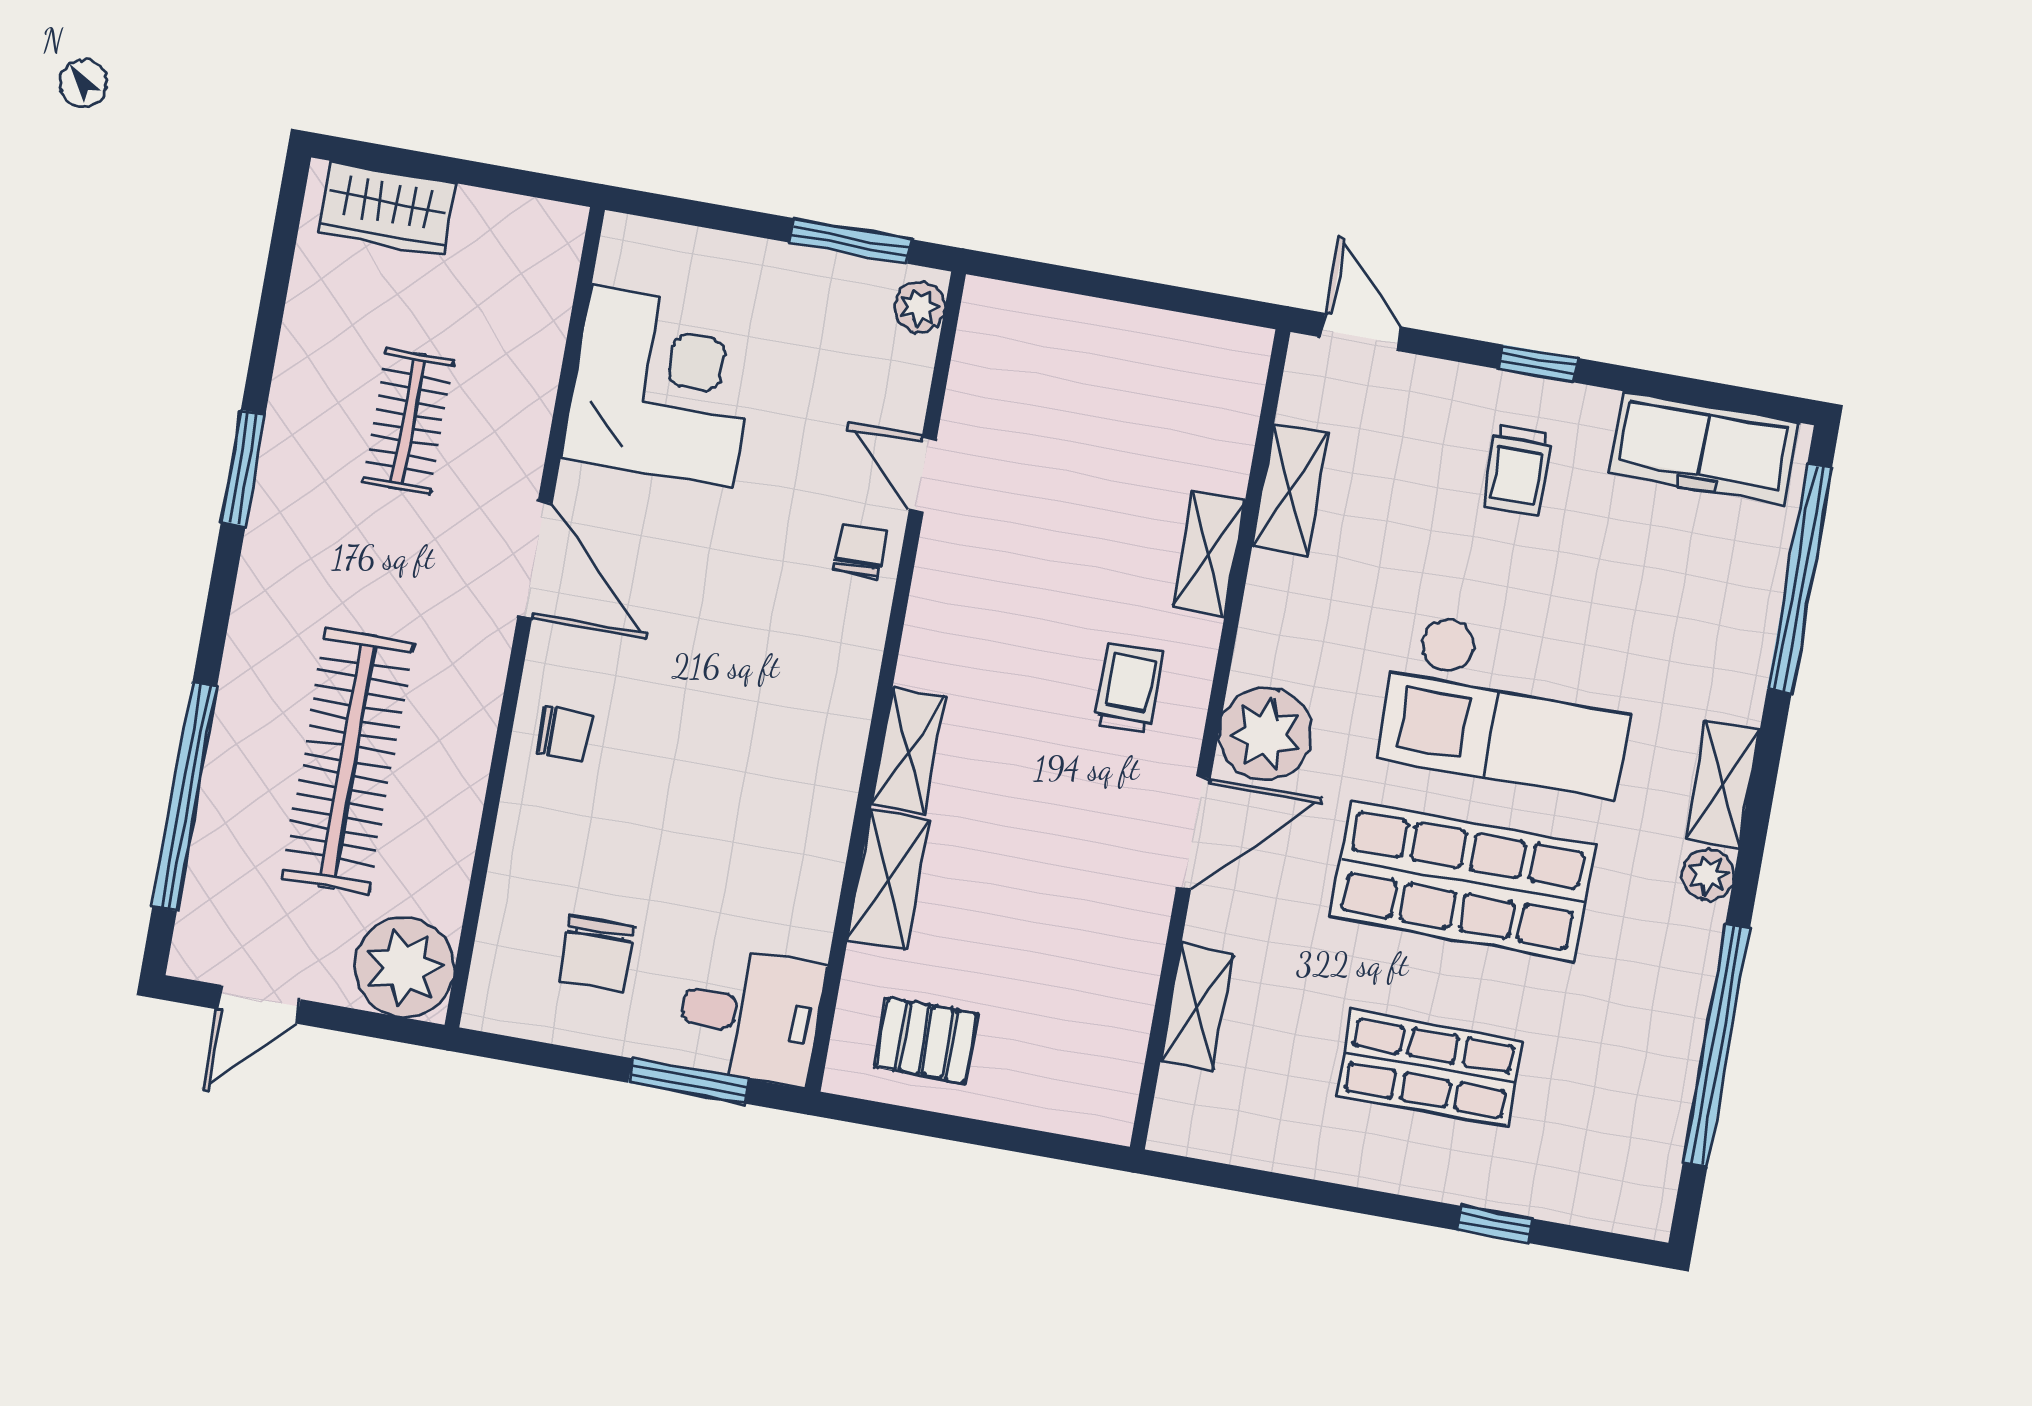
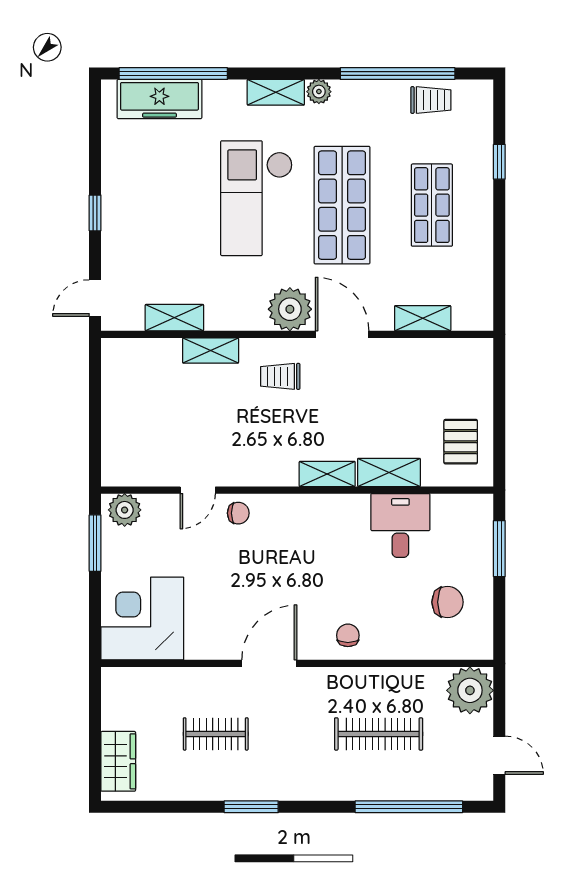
plant: (919, 307) -> (125, 510), width x1.38, depth x1.38
corner desk: (662, 387) -> (142, 619), moved
freezer: (1704, 448) -> (159, 99), moved, turned 90
trolley: (1517, 470) -> (431, 100), moved
chair: (860, 550) -> (238, 513), turned 180
checkout: (1509, 705) -> (256, 198), turned 180
clothes rail: (348, 761) -> (379, 734), width x0.73, depth x0.76
desk: (750, 1016) -> (400, 525), moved

